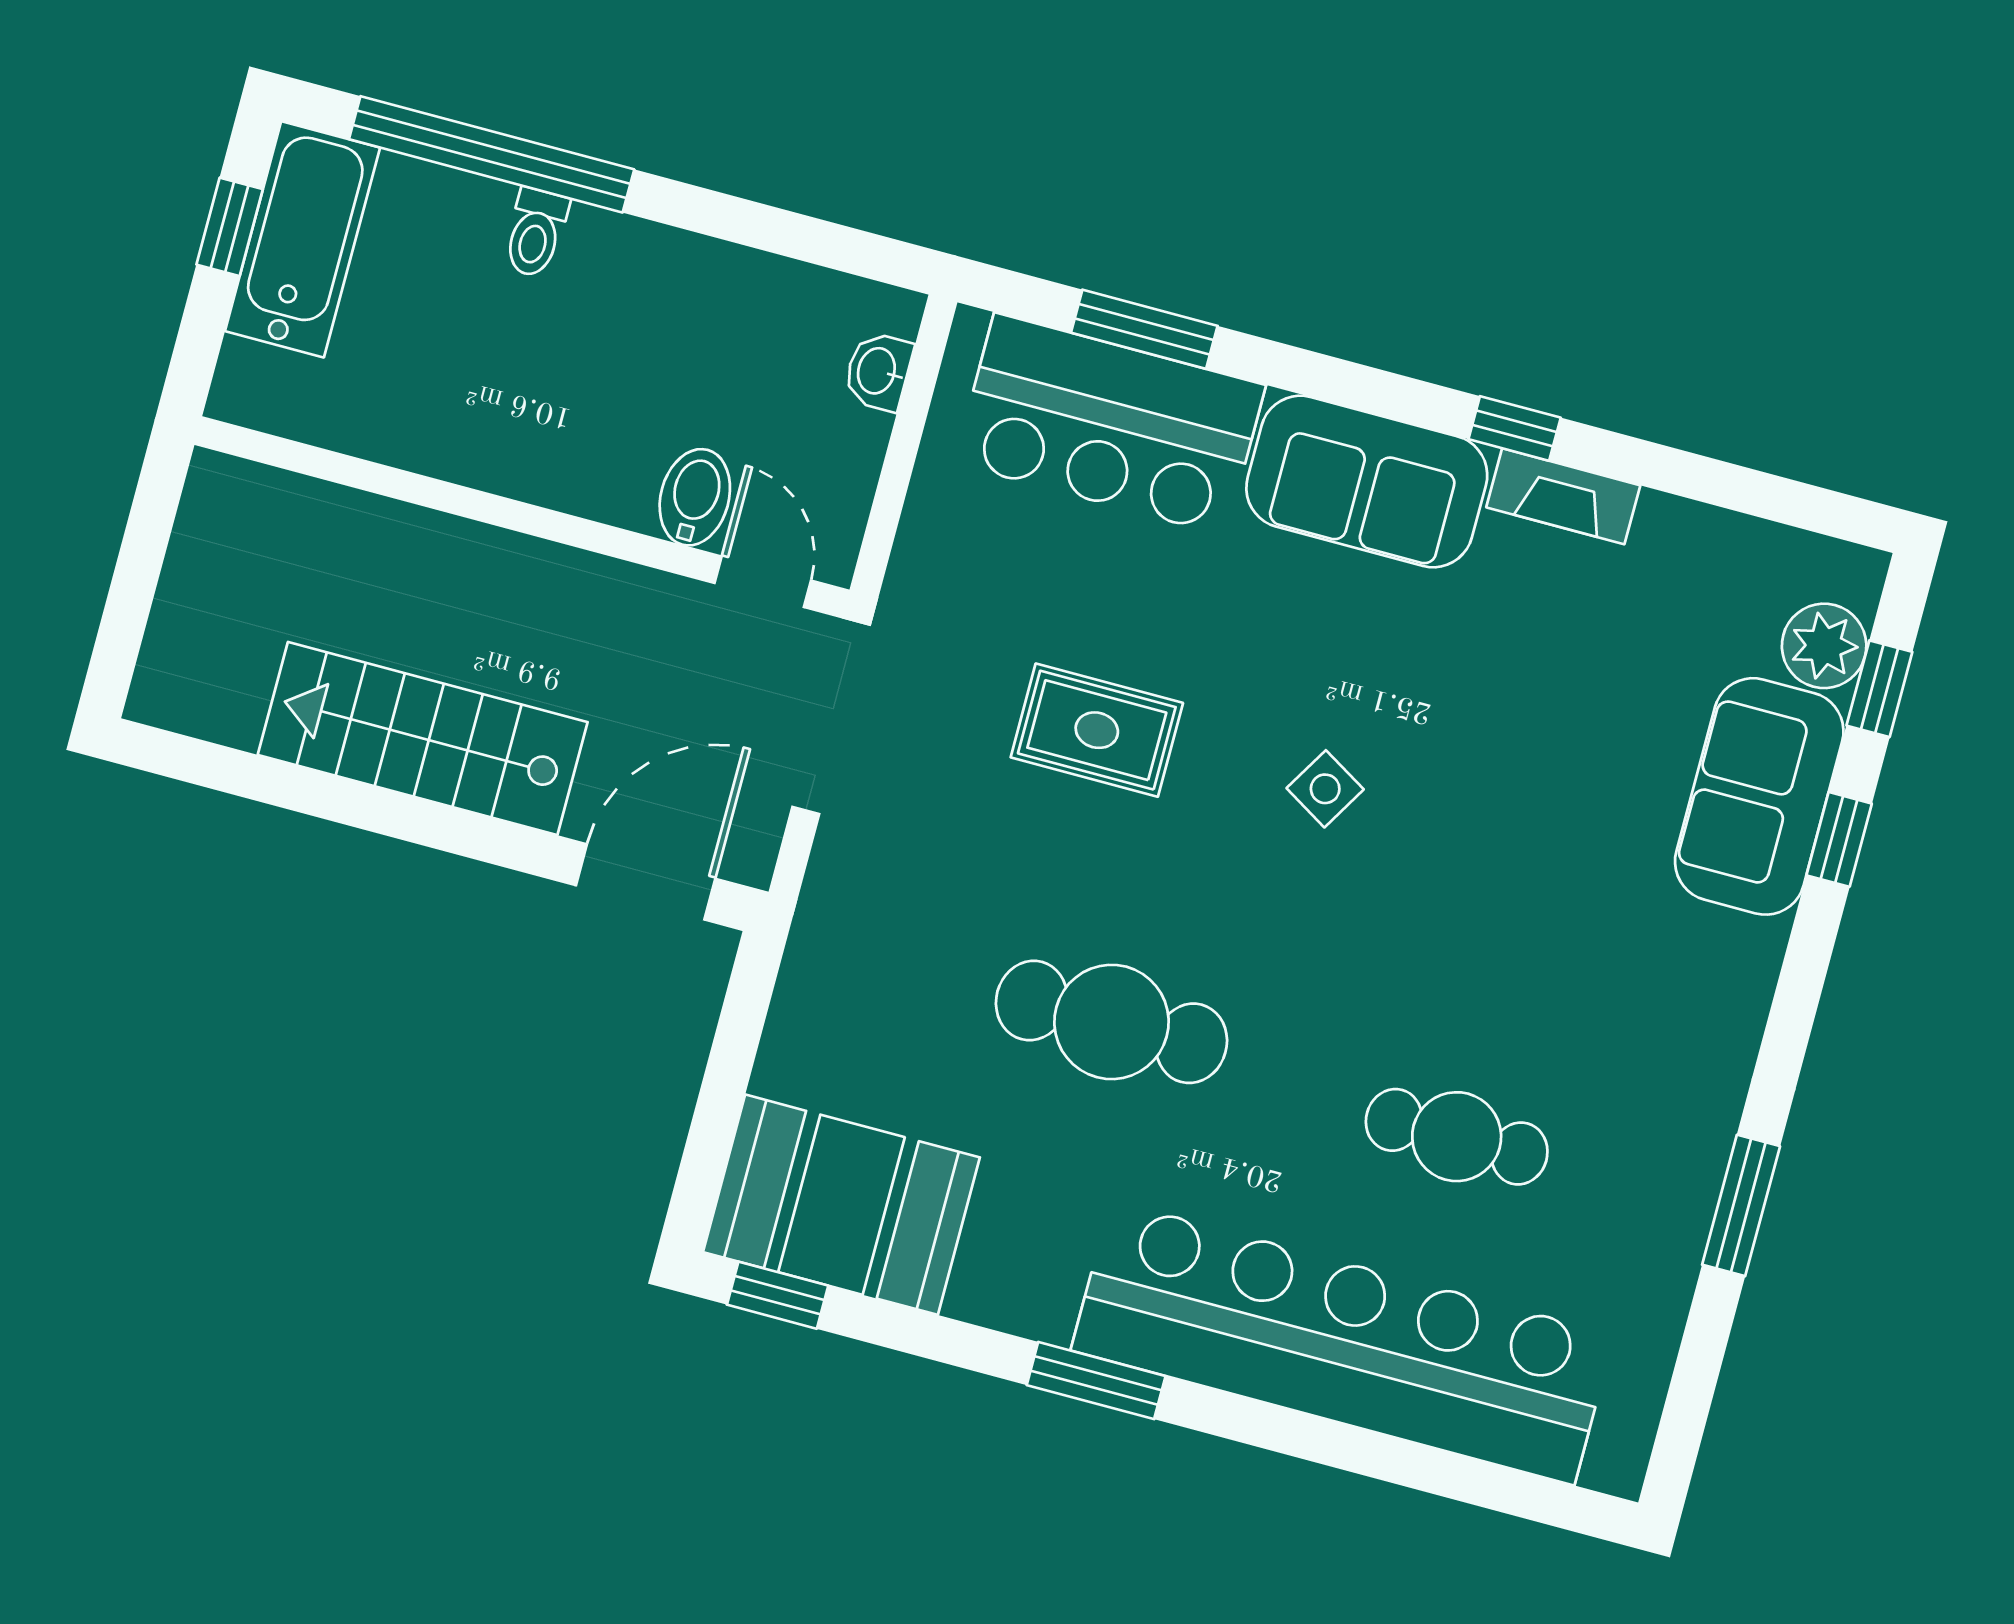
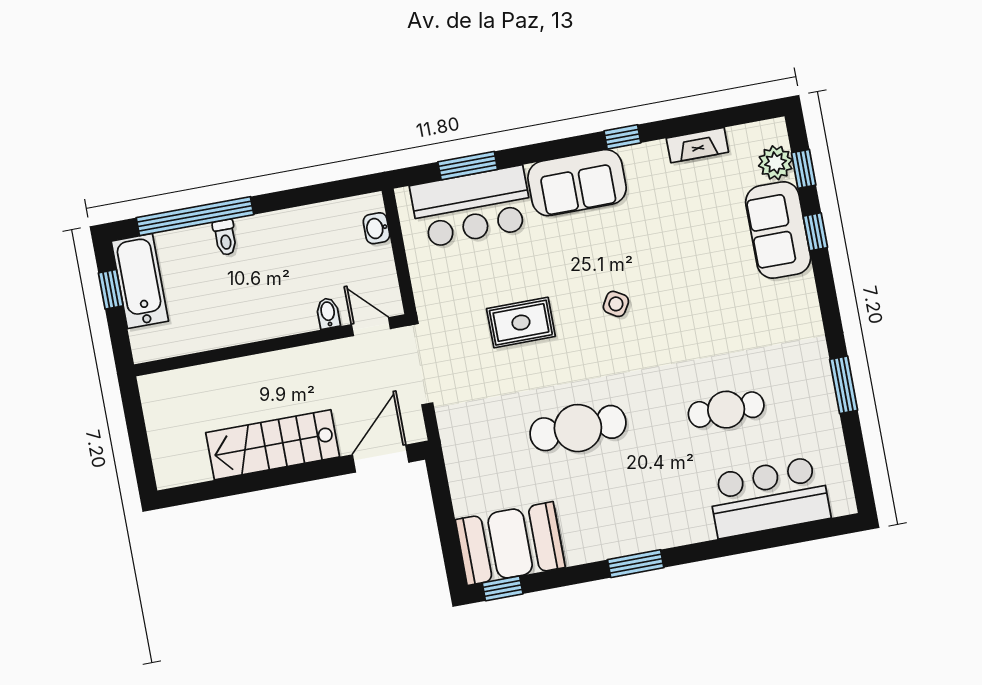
fireplace: (1563, 496) -> (697, 145), moved
bidet: (695, 497) -> (328, 313), width x0.72, depth x0.74
bar counter: (1343, 1343) -> (769, 497), width x0.54

